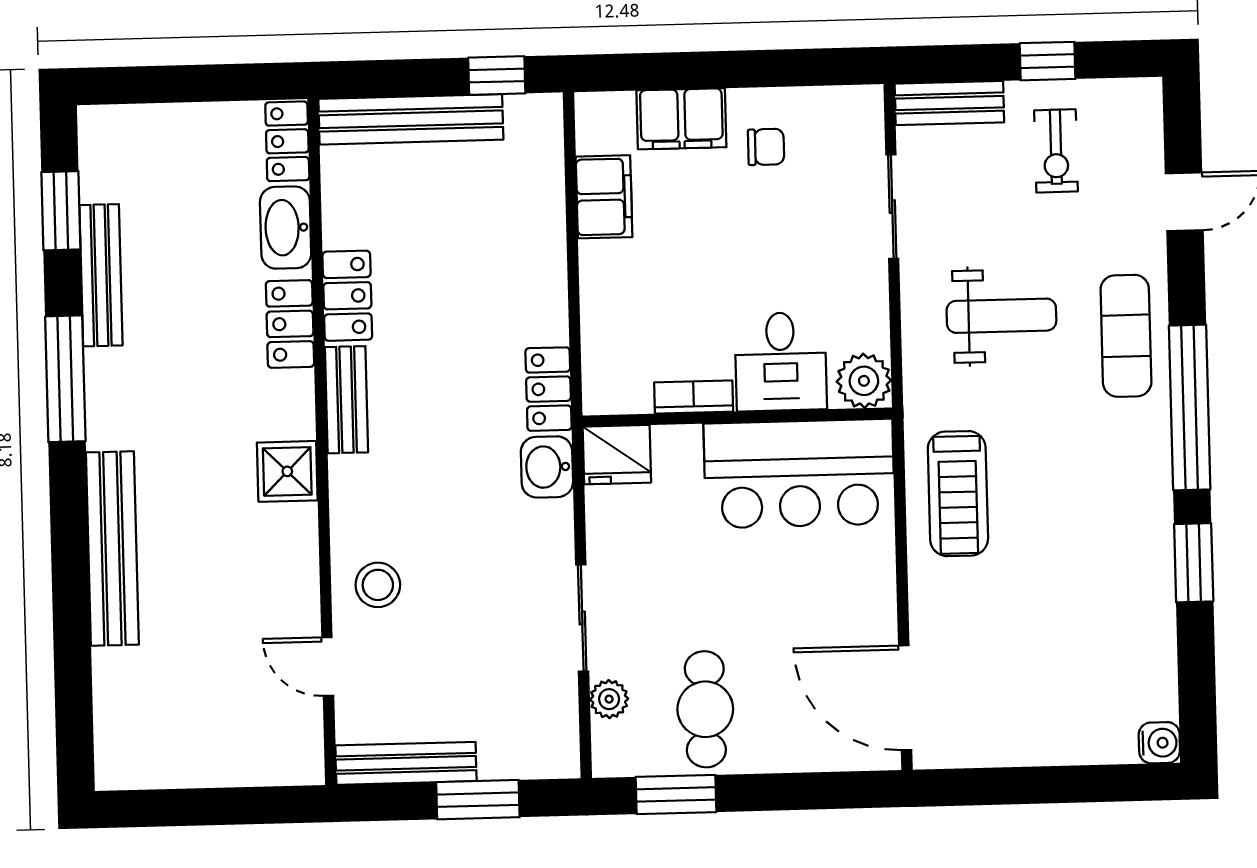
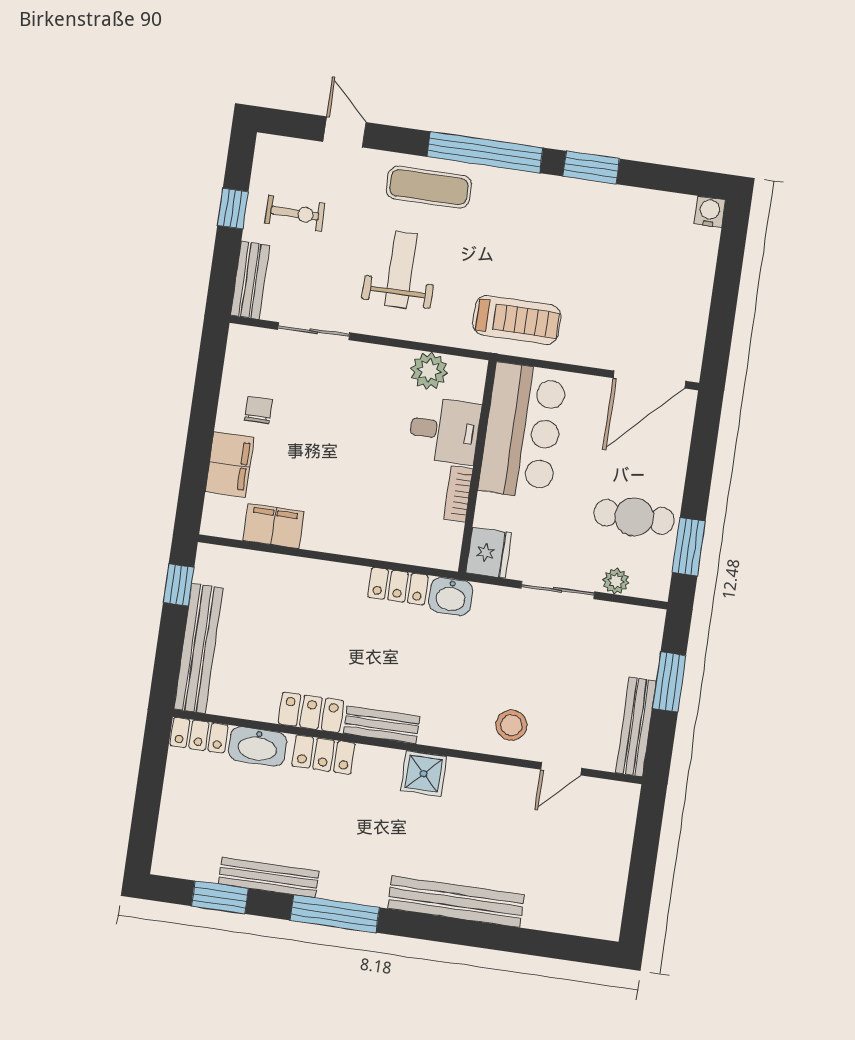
desk: (781, 362) -> (444, 431), moved
bookcase: (694, 397) -> (458, 494), moved
wall: (737, 417) -> (477, 467), moved
fridge: (617, 455) -> (489, 553), moved
bar counter: (799, 474) -> (523, 431), moved

